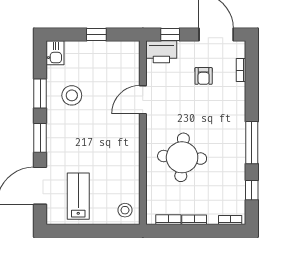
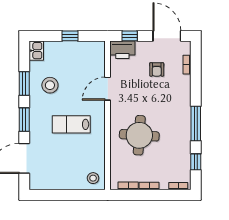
lab bench: (78, 196) -> (71, 124), moved, turned -90

